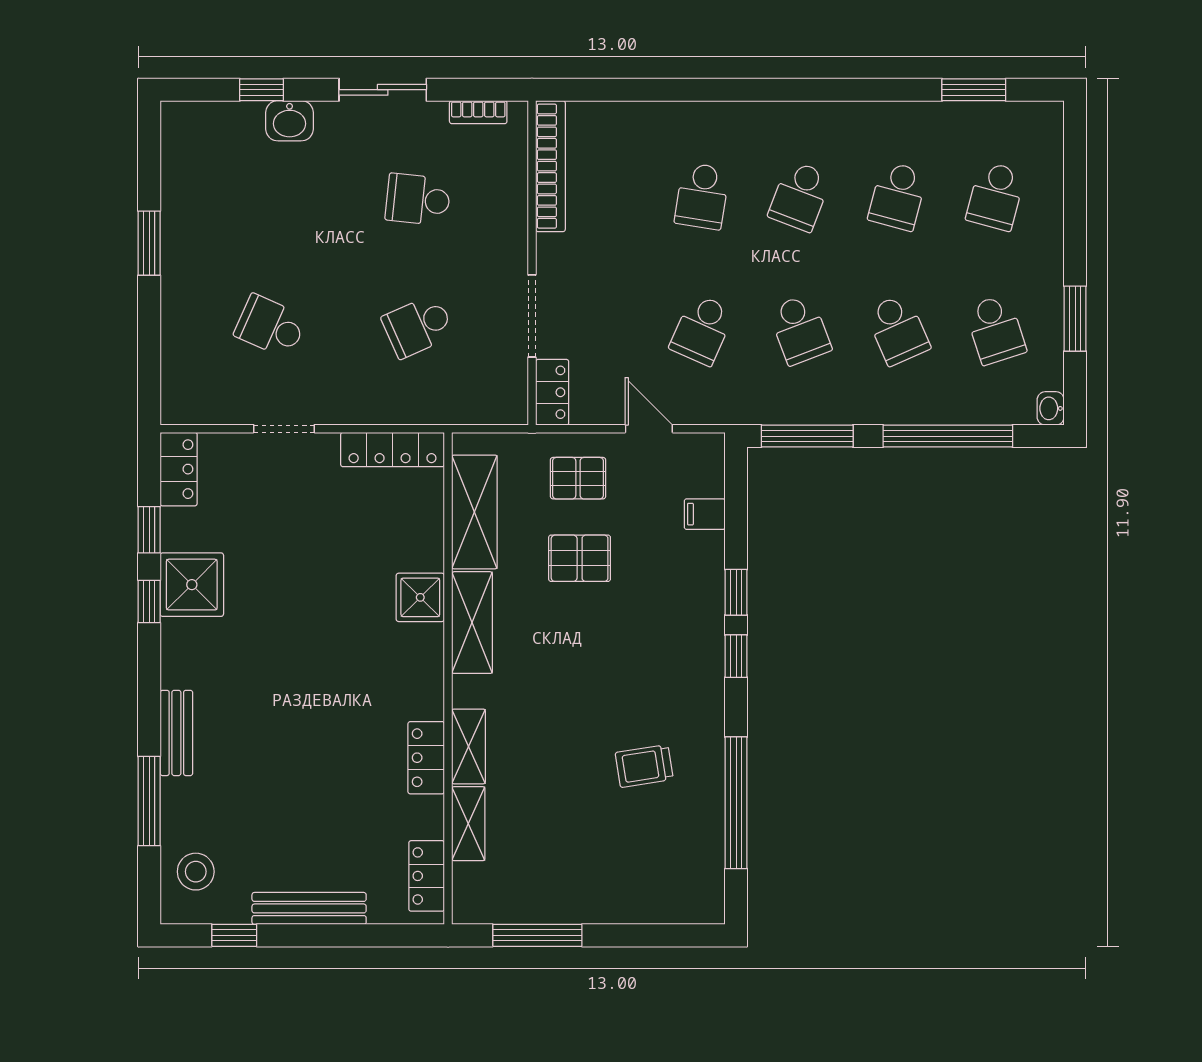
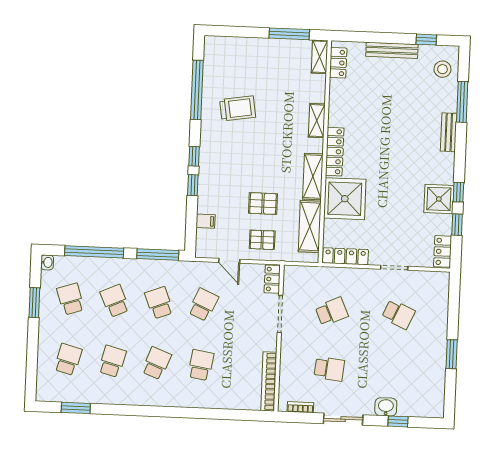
shower: (420, 597) -> (345, 199), width x1.86, depth x1.86
locker: (426, 758) -> (335, 152), moved, width x1.53
trolley: (644, 766) -> (238, 108), width x1.36, depth x1.39
shelving: (468, 824) -> (320, 57), moved

